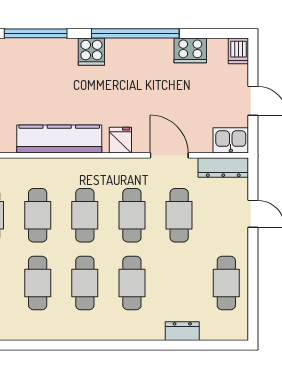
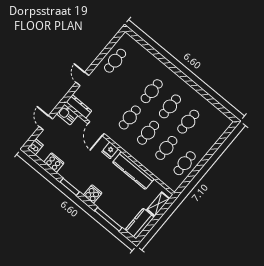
window: (135, 33) -> (70, 187), width x0.47
cafe table: (179, 215) -> (111, 102), removed
dresser: (182, 331) -> (148, 56), removed

